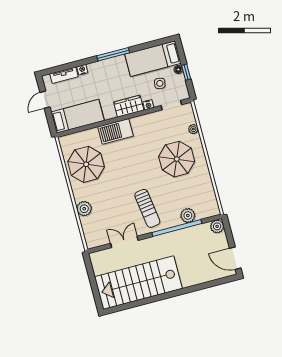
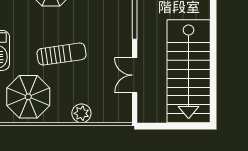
sun lounger: (147, 208) -> (61, 54), moved

